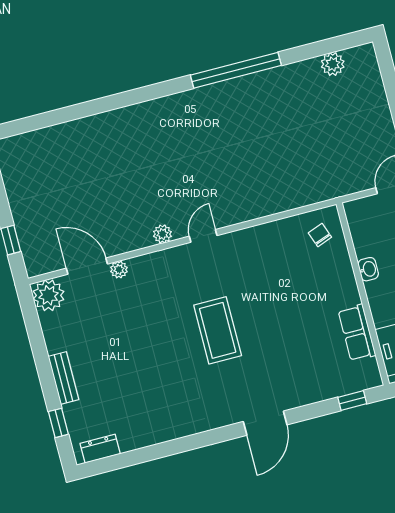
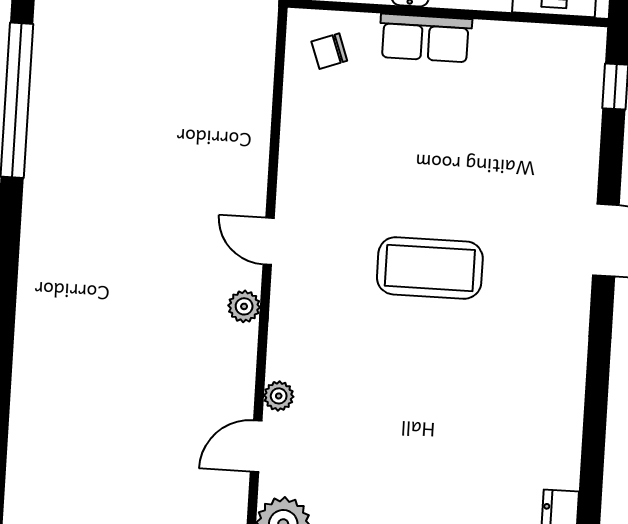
door: (87, 266) -> (256, 446), width x0.73
row of seats: (357, 333) -> (425, 38), moved

